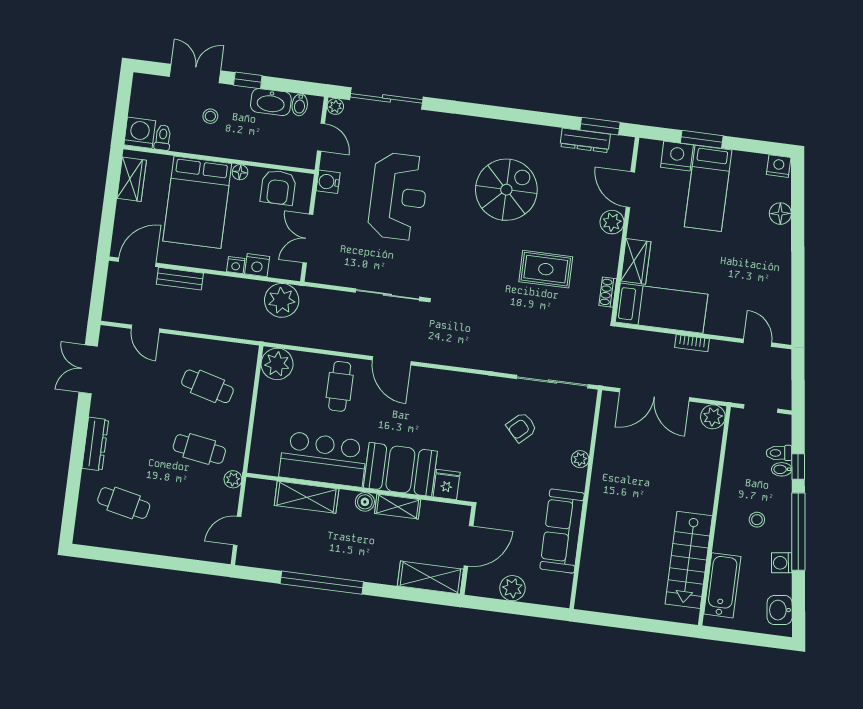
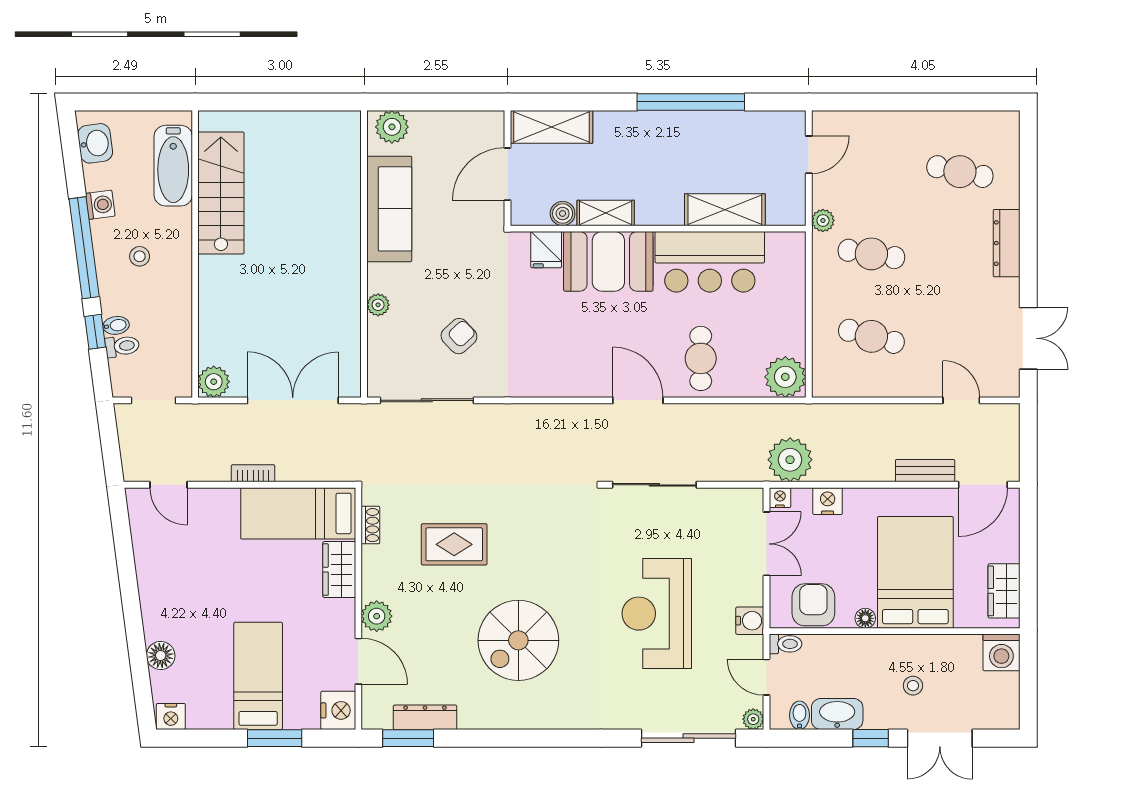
toilet: (163, 137) -> (785, 644), moved, turned -90
nightstand: (677, 156) -> (338, 710), moved, turned -90
nightstand: (236, 265) -> (780, 498), moved
boiler: (365, 502) -> (563, 214), moved
plant: (512, 588) -> (392, 127), moved

